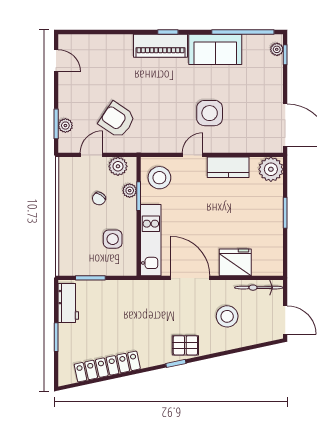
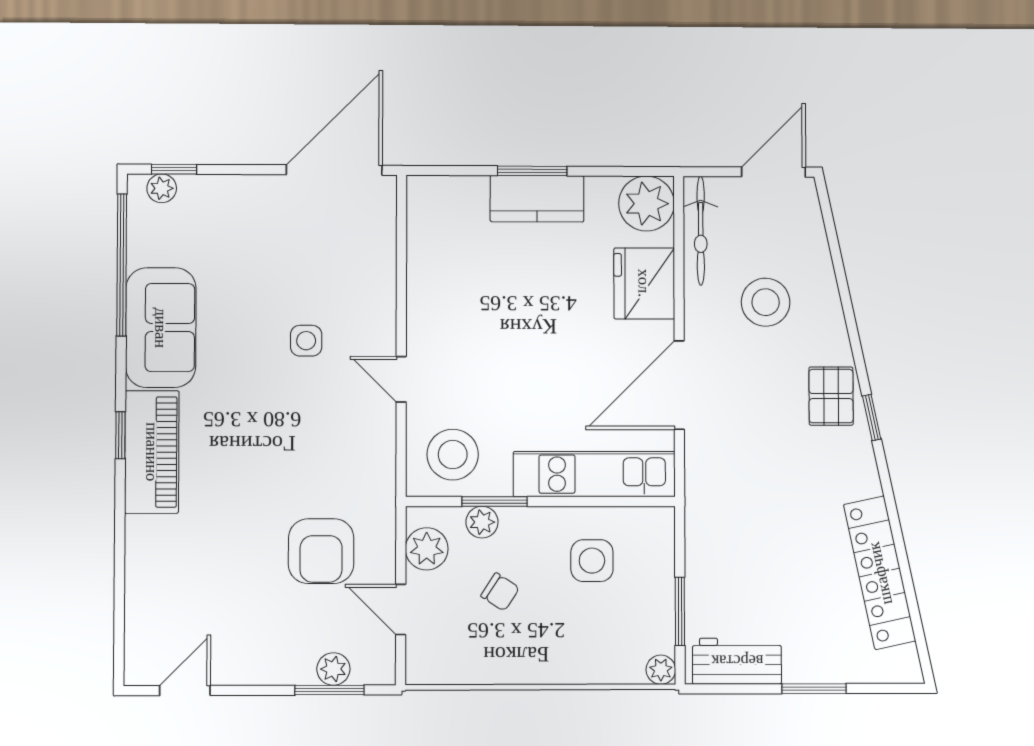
side table: (210, 113) -> (306, 341), width x0.54, depth x0.54
armchair: (117, 120) -> (321, 551), turned -34
kitchen counter: (228, 167) -> (537, 199), moved, turned 90
plant: (271, 169) -> (647, 204), moved
plant: (65, 269) -> (661, 670), added

